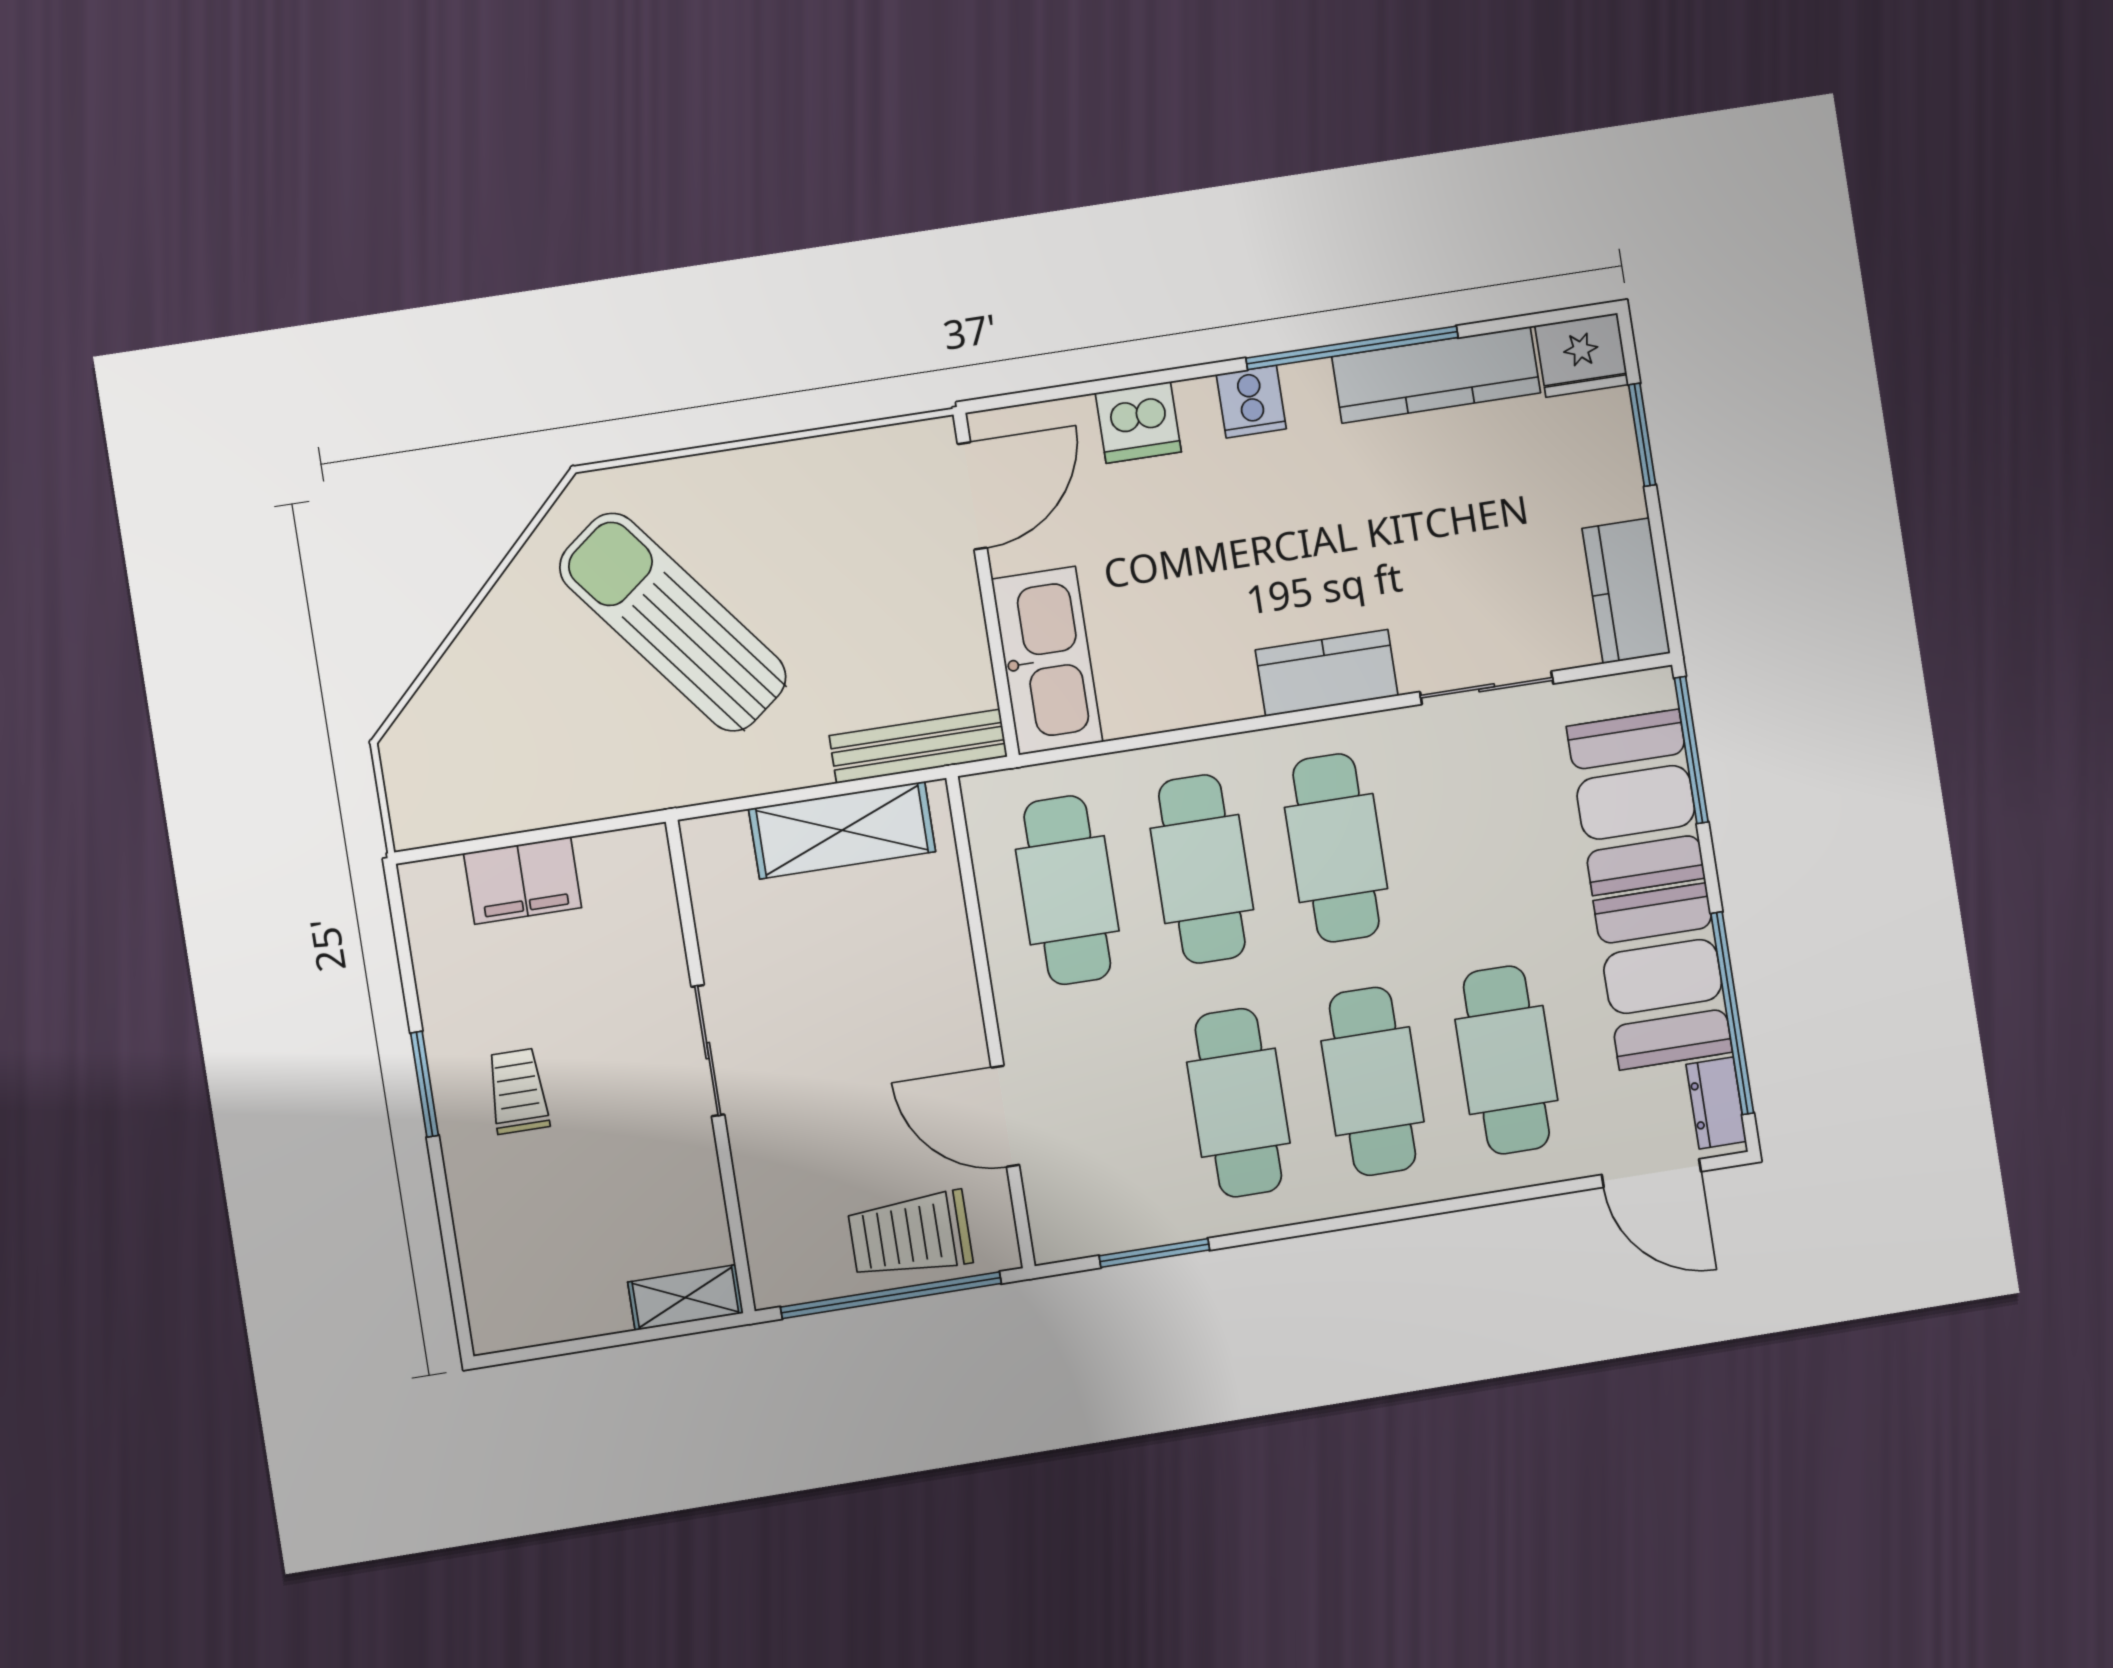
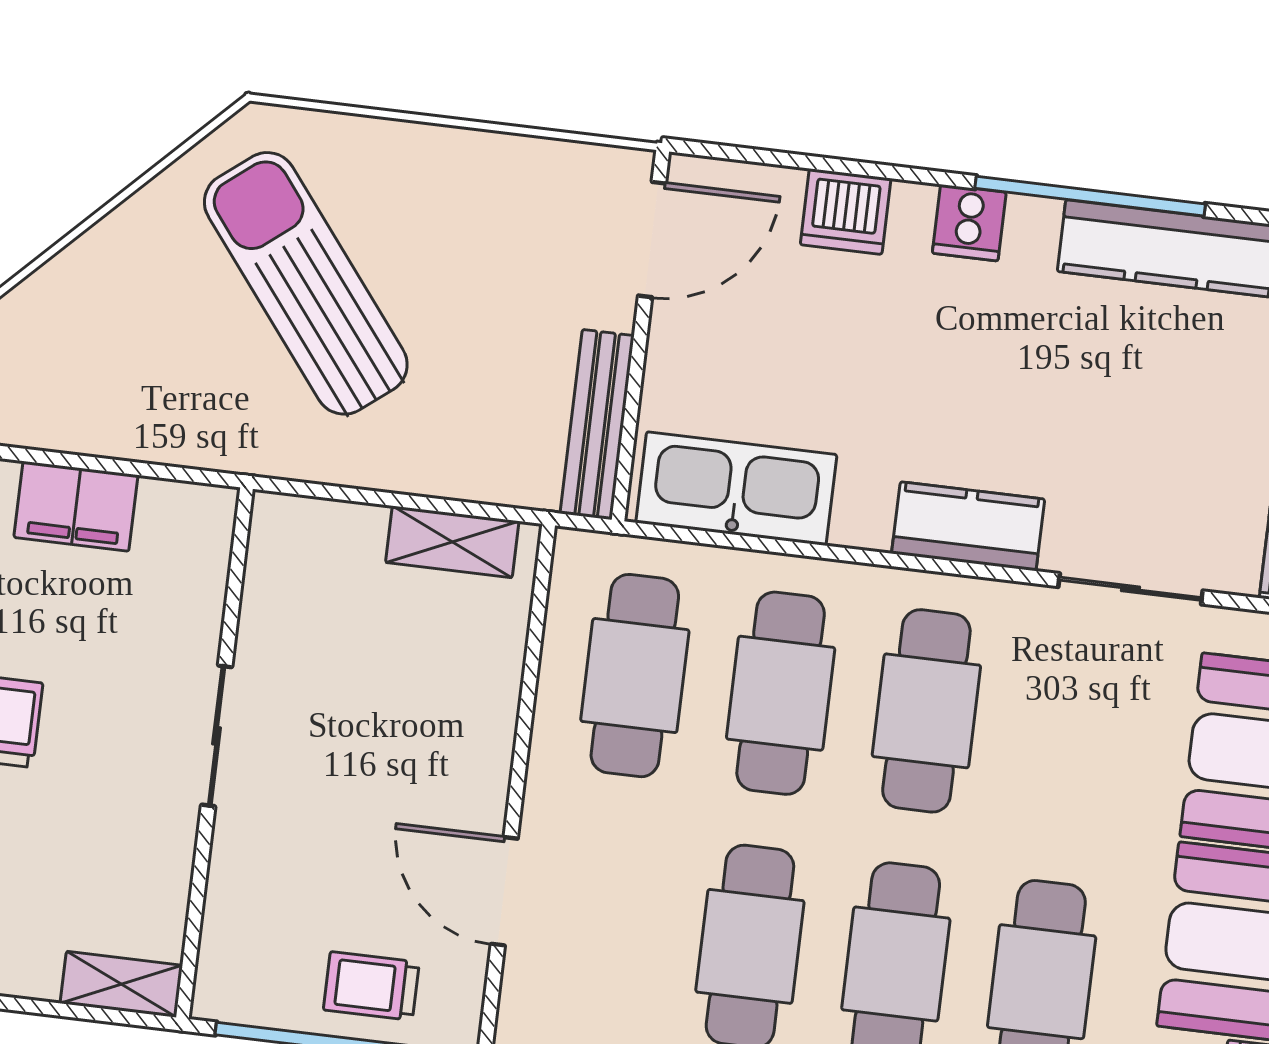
kitchen sink: (1047, 661) -> (736, 489), moved, turned -90
bench: (918, 746) -> (597, 424), moved, turned 90
shelving: (842, 830) -> (452, 542), width x0.67, depth x0.75
trolley: (910, 1235) -> (371, 986), width x0.73, depth x0.72

